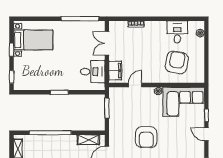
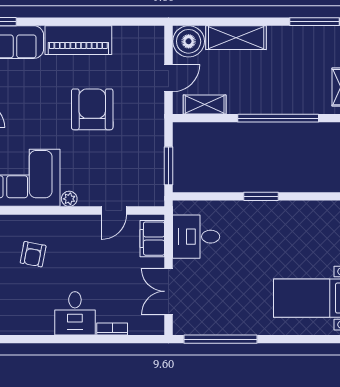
desk: (177, 32) -> (75, 313), moved
double door: (107, 43) -> (168, 291), swing flipped
armchair: (177, 62) -> (33, 254), width x0.53, depth x0.53

